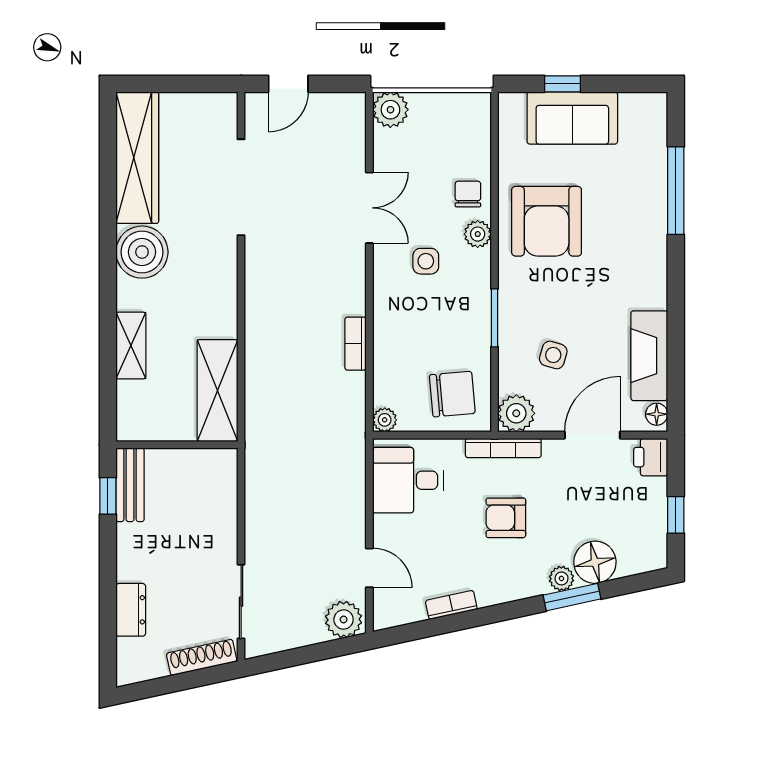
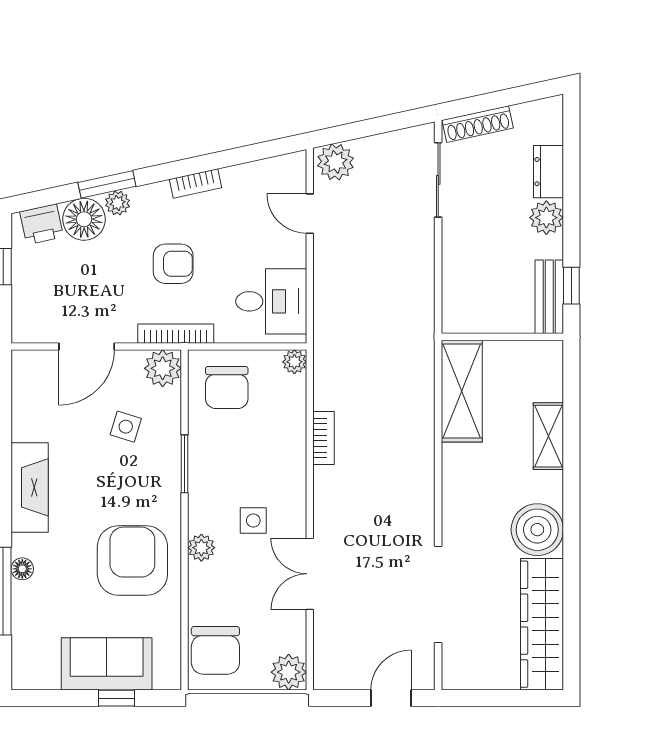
chair: (468, 194) -> (215, 650), moved, width x1.87, depth x1.87
fireplace: (649, 356) -> (30, 487), moved
chair: (452, 394) -> (227, 388), turned -85
floor lamp: (657, 414) -> (22, 569), moved
printer: (651, 457) -> (42, 224), moved, turned 78
plant: (133, 564) -> (546, 218), added
bookcase: (451, 605) -> (196, 183), moved

